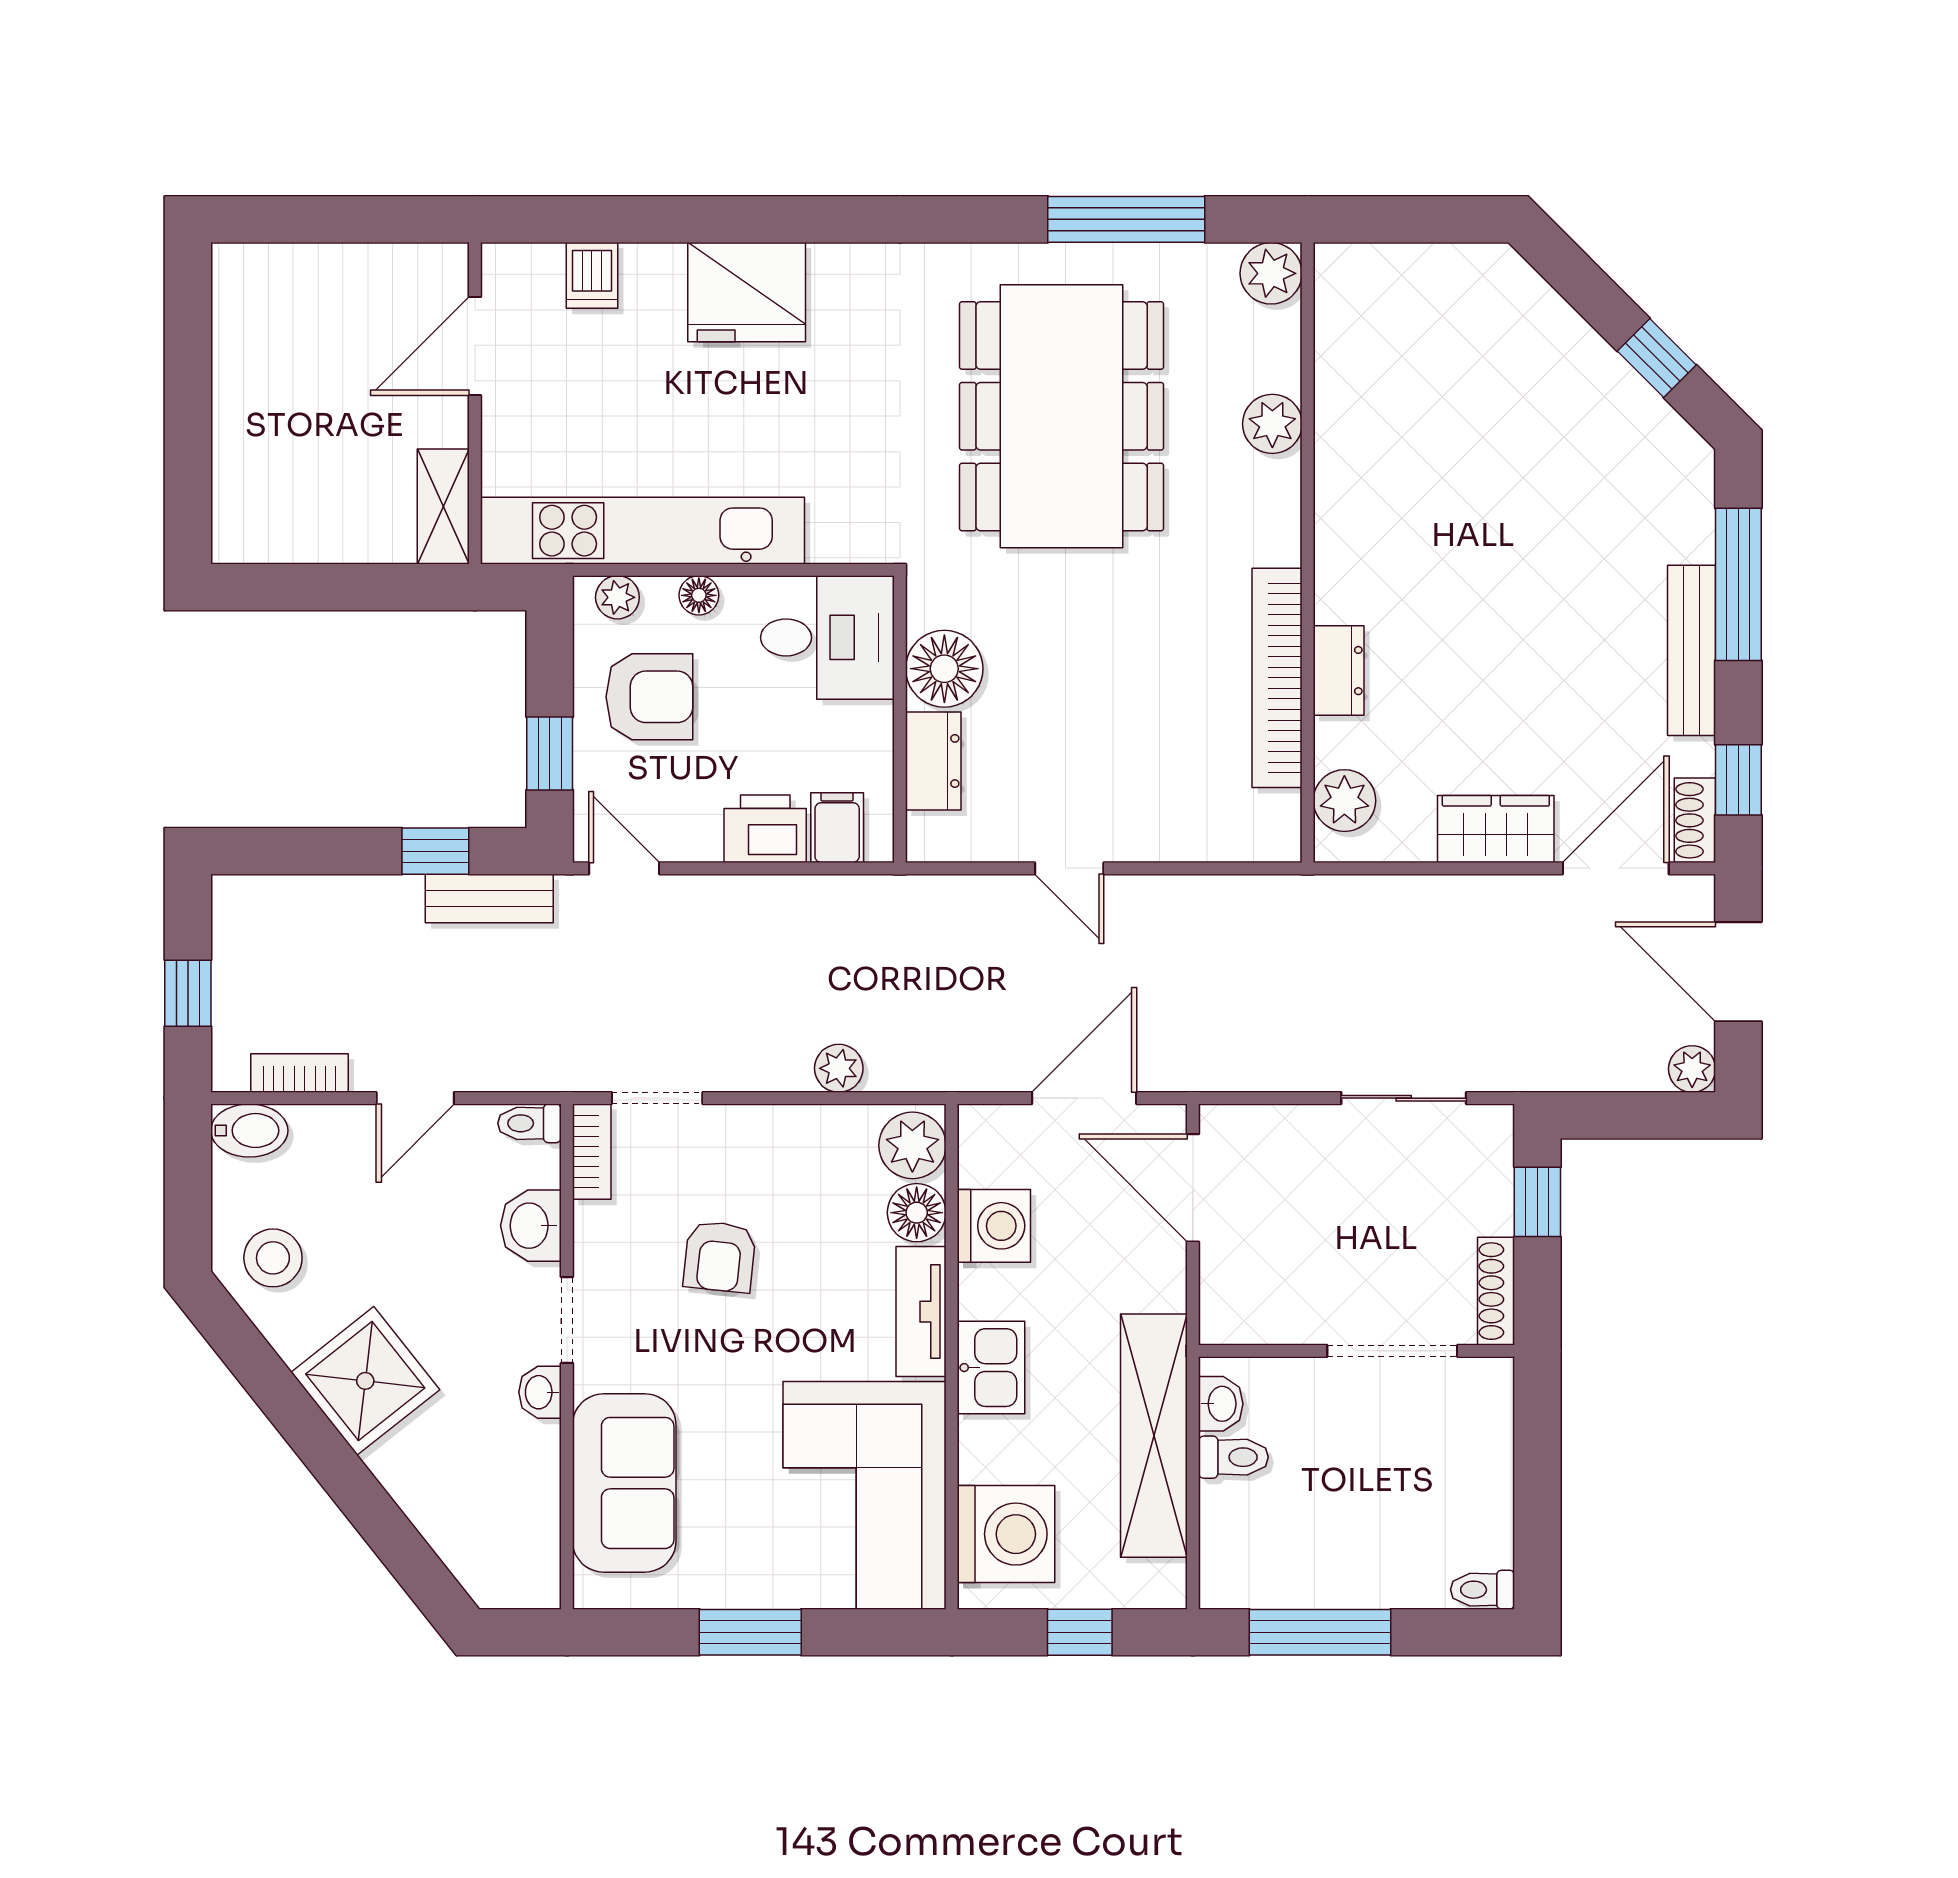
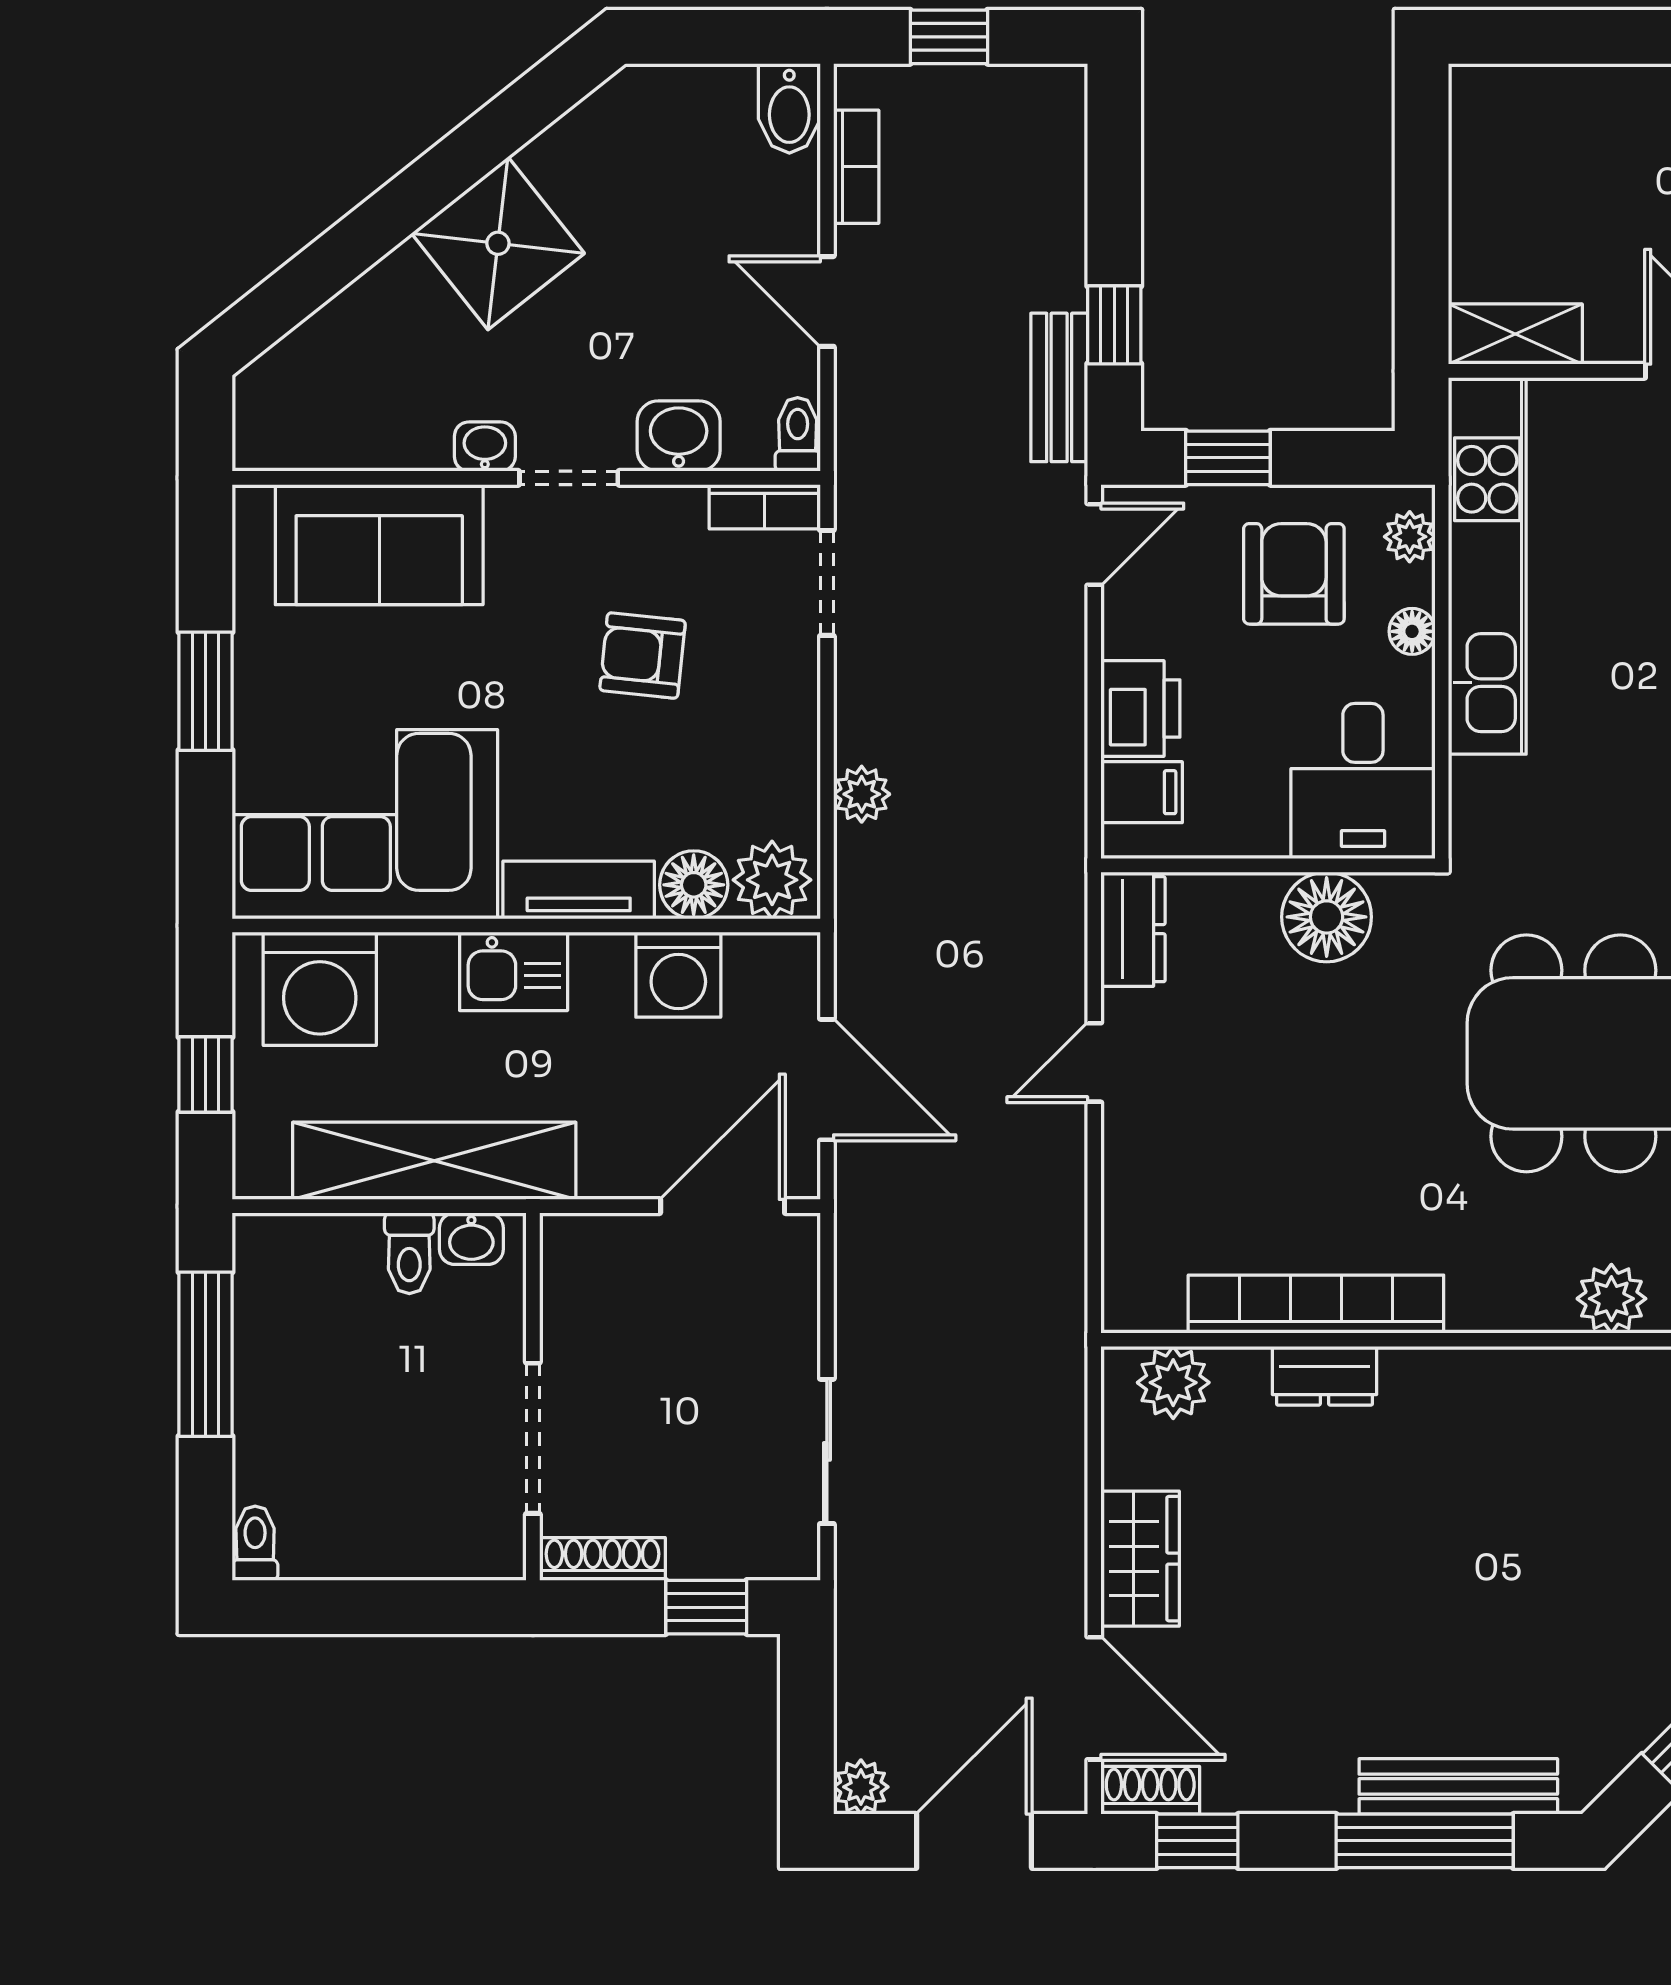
bench: (1692, 650) -> (1458, 1786), moved
armchair: (649, 697) -> (1294, 574), turned 180
dresser: (933, 761) -> (1133, 929), moved, turned -90
stool: (273, 1258) -> (641, 136), removed

